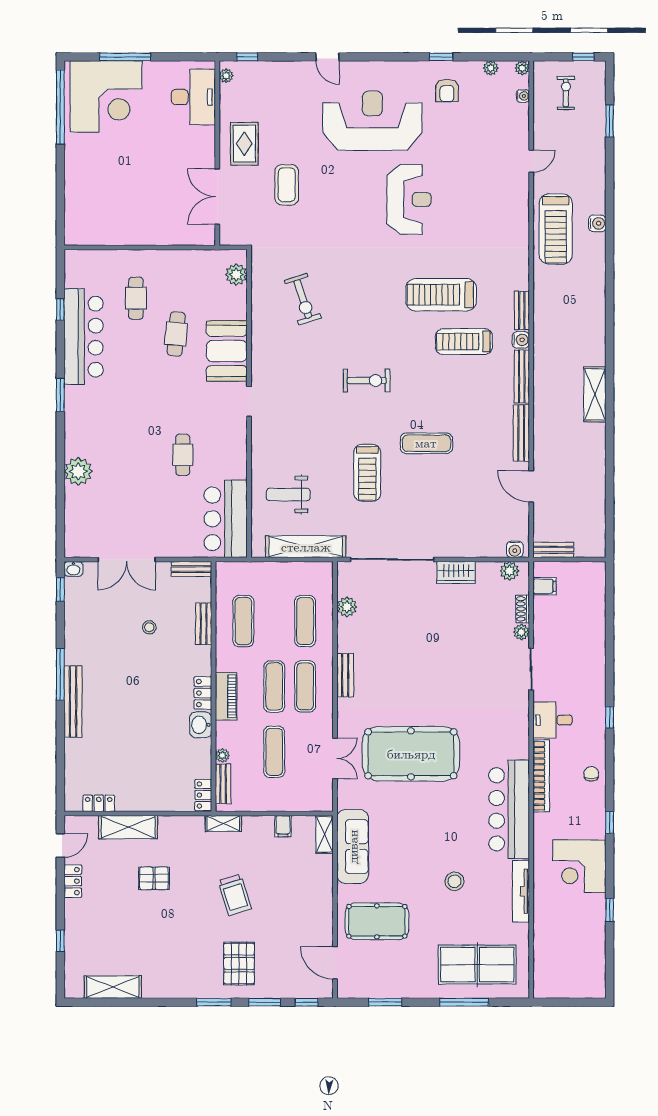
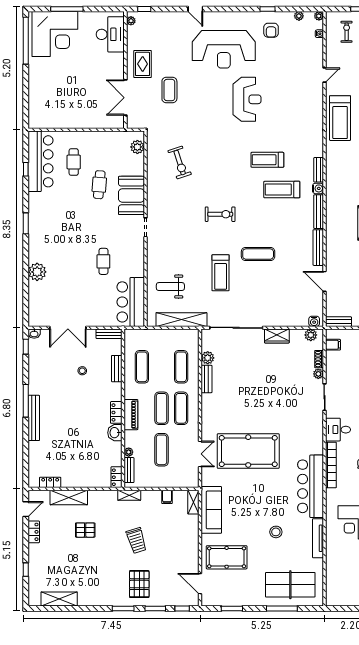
reception desk: (372, 121) -> (224, 49), turned 180
treadmill: (441, 295) -> (267, 160), width x0.73, depth x0.73
bar counter: (84, 337) -> (41, 161), moved
bench: (345, 675) -> (207, 379), moved

